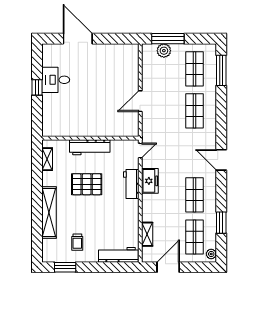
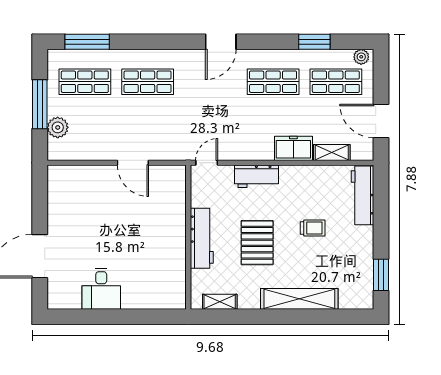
window: (168, 39) -> (40, 104), moved
window: (37, 87) -> (112, 317), removed
door: (140, 150) -> (207, 163), hinge flipped
freezer: (150, 181) -> (293, 148), moved
trolley: (77, 242) -> (313, 228), moved

